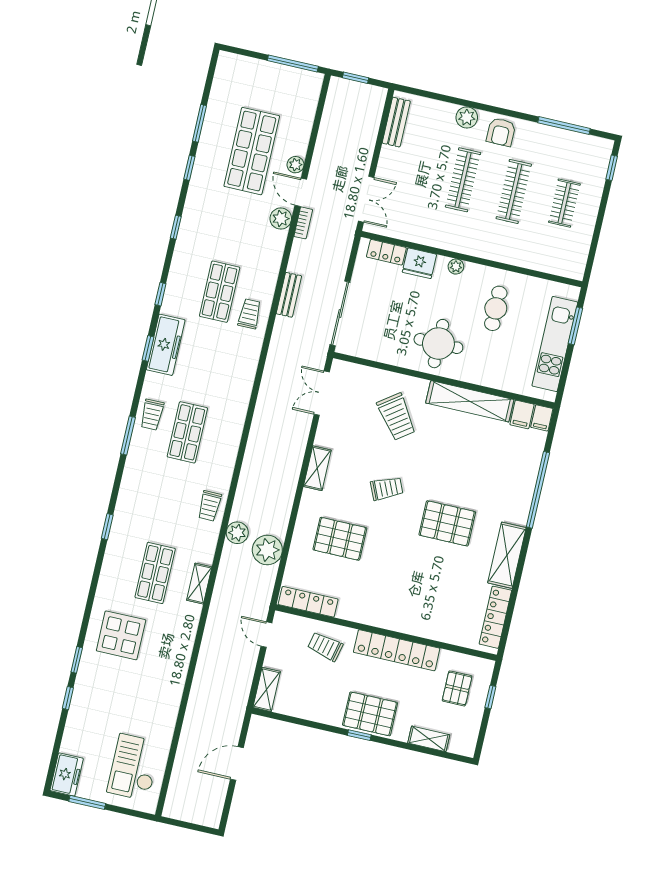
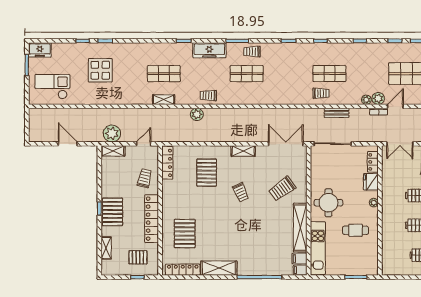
plant: (295, 165) -> (366, 100), moved
kitchen unit: (555, 344) -> (318, 248), moved, turned 90
freezer: (166, 345) -> (209, 50), moved
double door: (322, 393) -> (286, 144), width x1.37
pallet: (447, 523) -> (185, 234), moved
plant: (267, 550) -> (112, 133), moved
display table: (121, 635) -> (100, 70), moved

